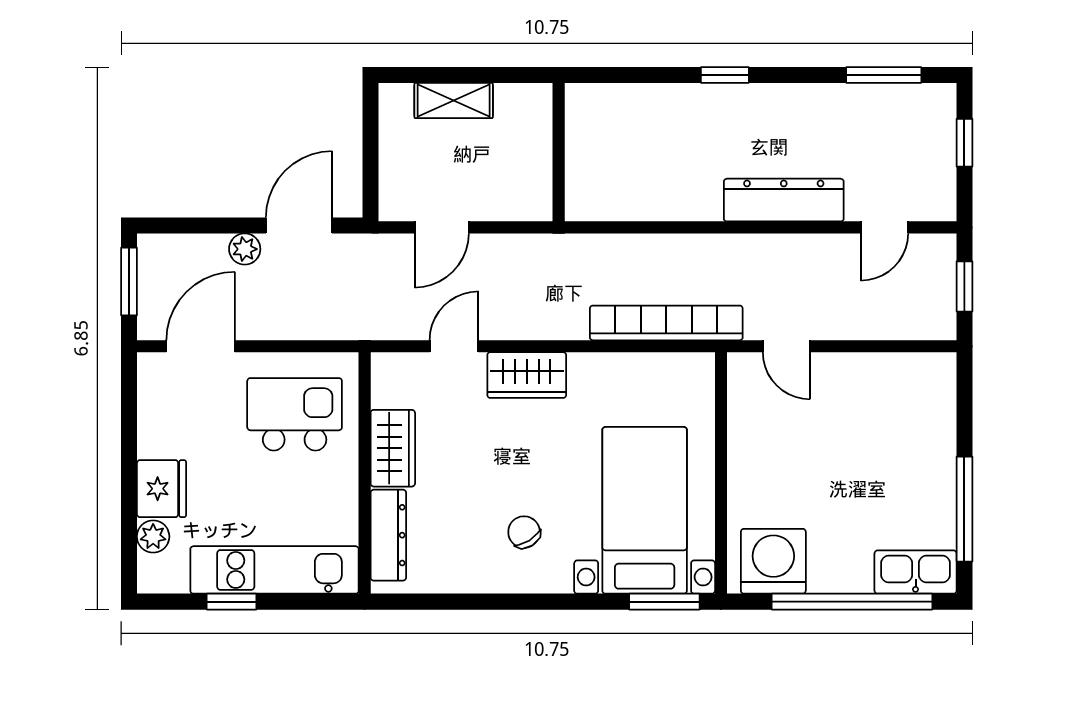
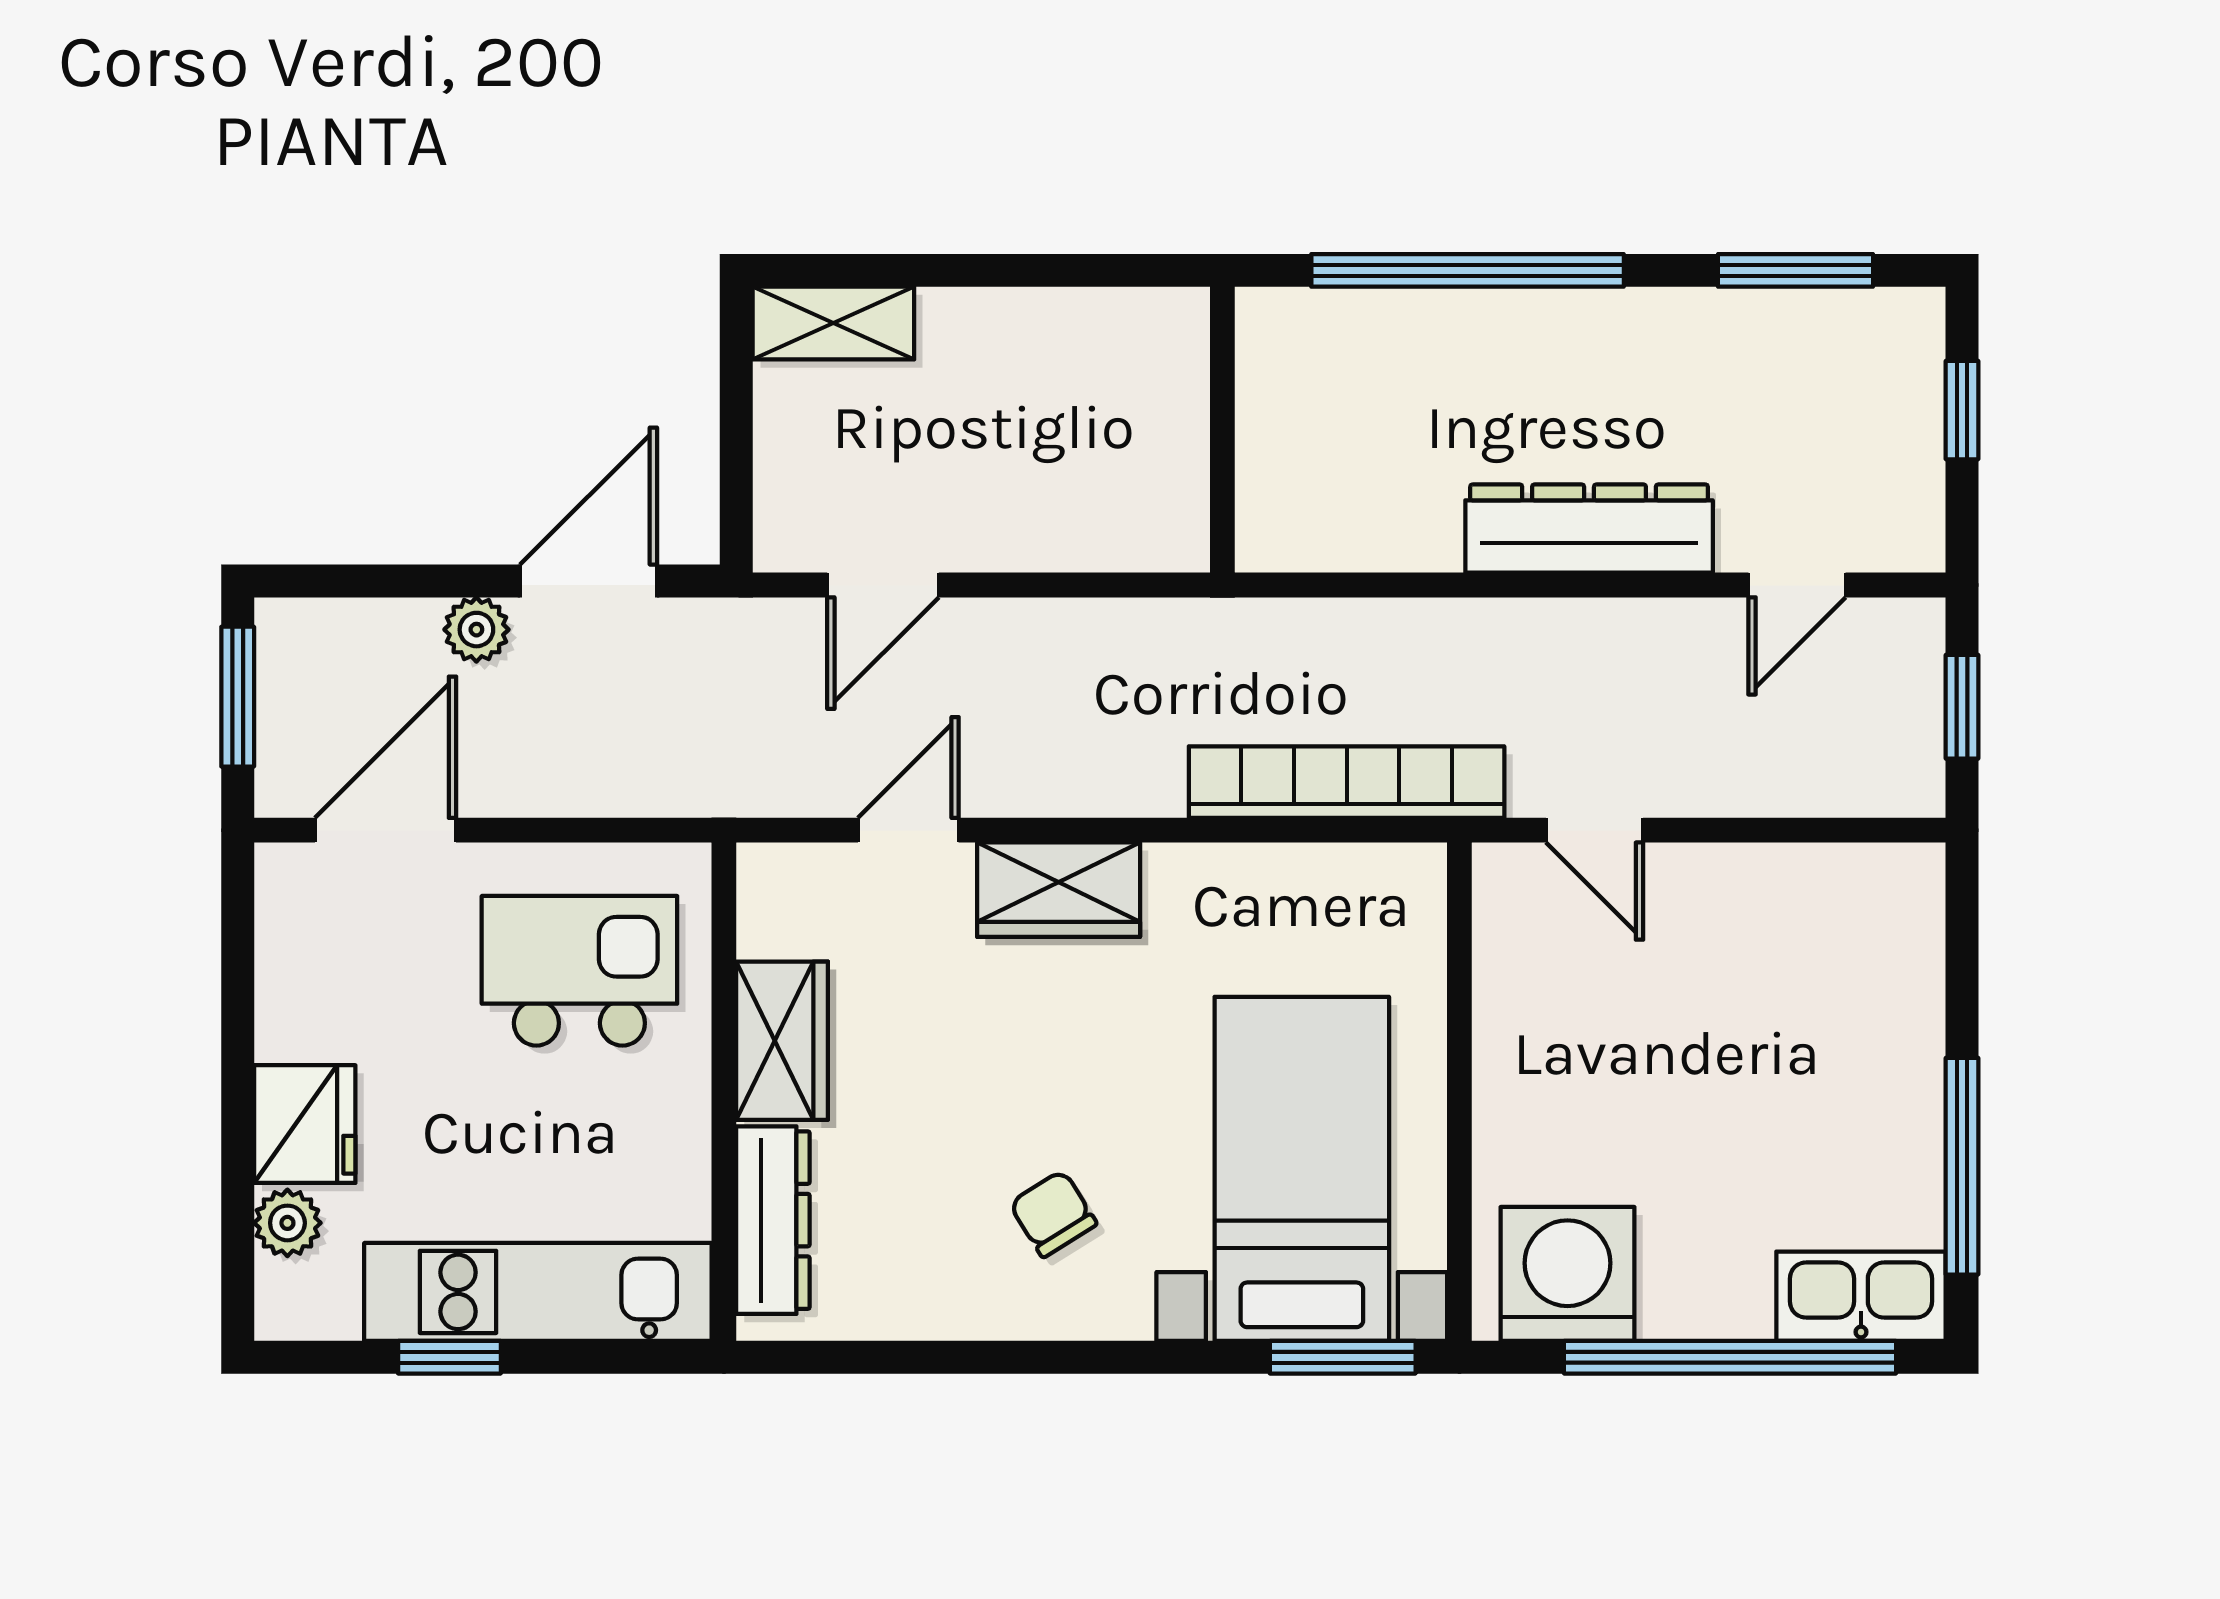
window: (725, 75) -> (1468, 270), width x3.17
shelving: (454, 101) -> (833, 323), moved
wall: (559, 152) -> (1222, 430), moved

